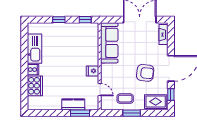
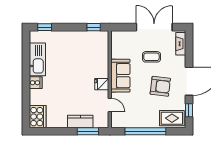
window: (59, 20) -> (45, 27), moved
sofa: (109, 43) -> (120, 76), moved, width x0.73
cooker: (35, 86) -> (38, 117), moved
coffee table: (125, 99) -> (151, 57), moved
window: (132, 113) -> (145, 131), width x2.11

